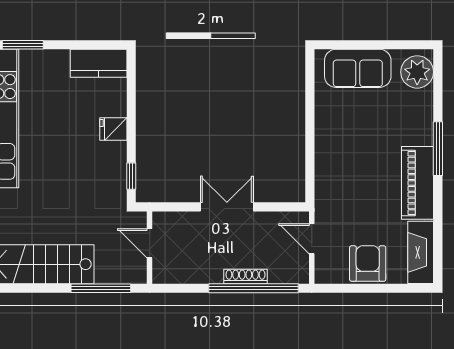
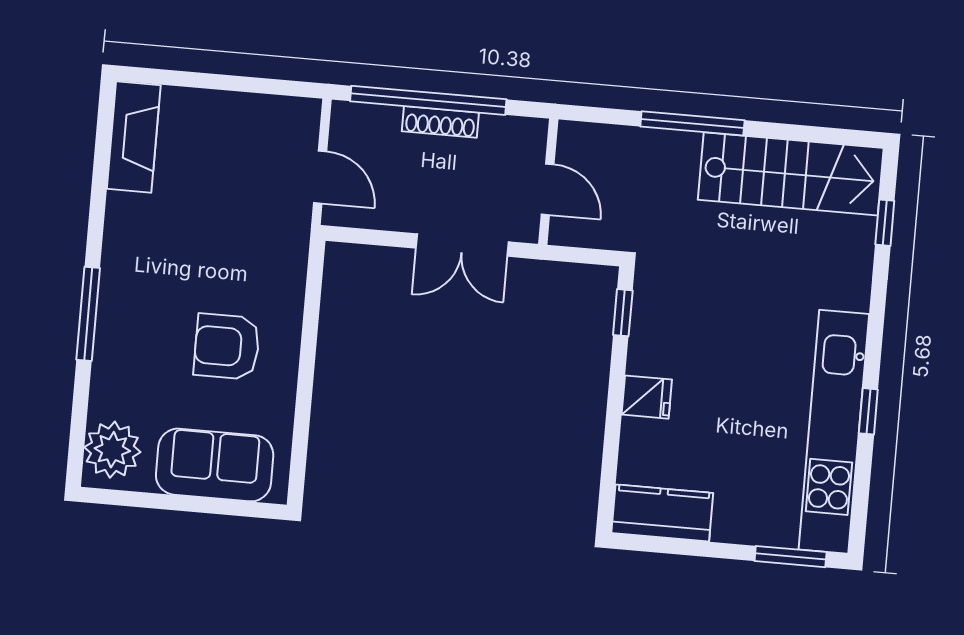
piano: (418, 183) -> (128, 258), removed
door: (150, 243) -> (548, 189), moved
wall: (150, 248) -> (548, 182), moved
armchair: (368, 264) -> (227, 346), moved, turned 90

